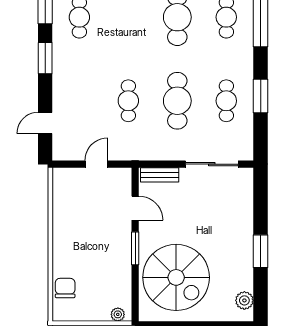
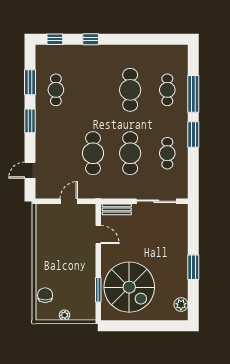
window: (261, 96) -> (193, 135), moved
cafe table: (128, 101) -> (93, 153), width x1.37, depth x1.35
window: (135, 248) -> (98, 290), moved
plant: (118, 314) -> (64, 315), moved

